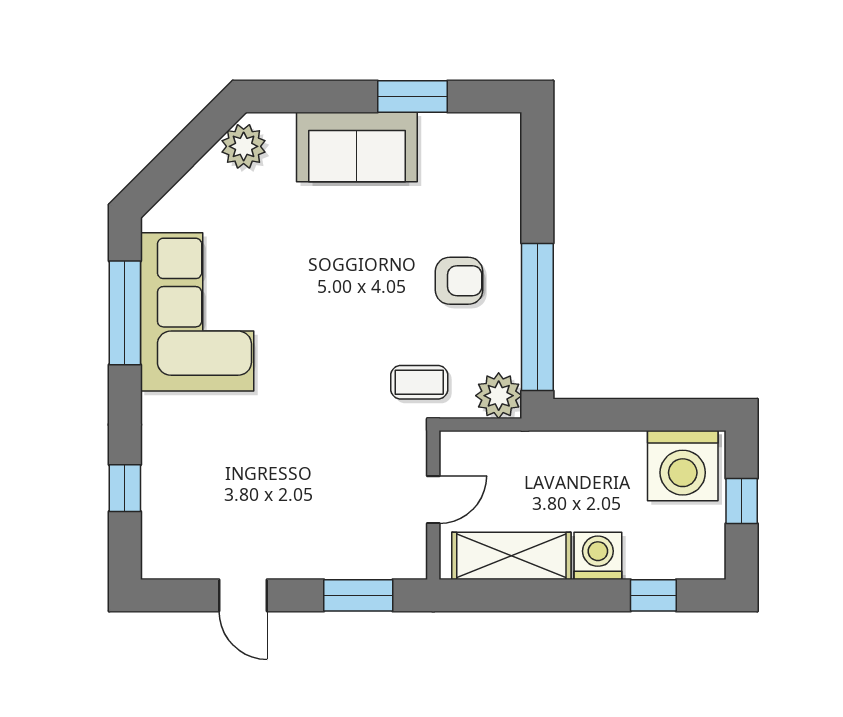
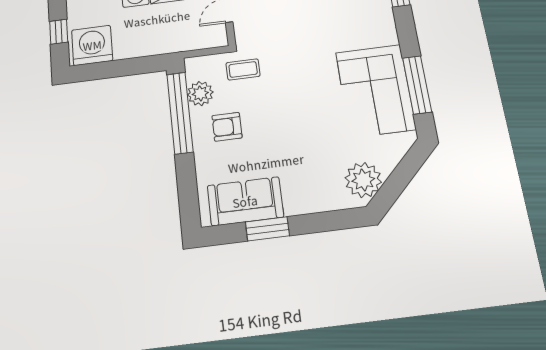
plant: (244, 146) -> (363, 180), width x1.36, depth x1.36
sofa: (357, 147) -> (245, 201), moved
plant: (499, 396) -> (200, 94), moved

